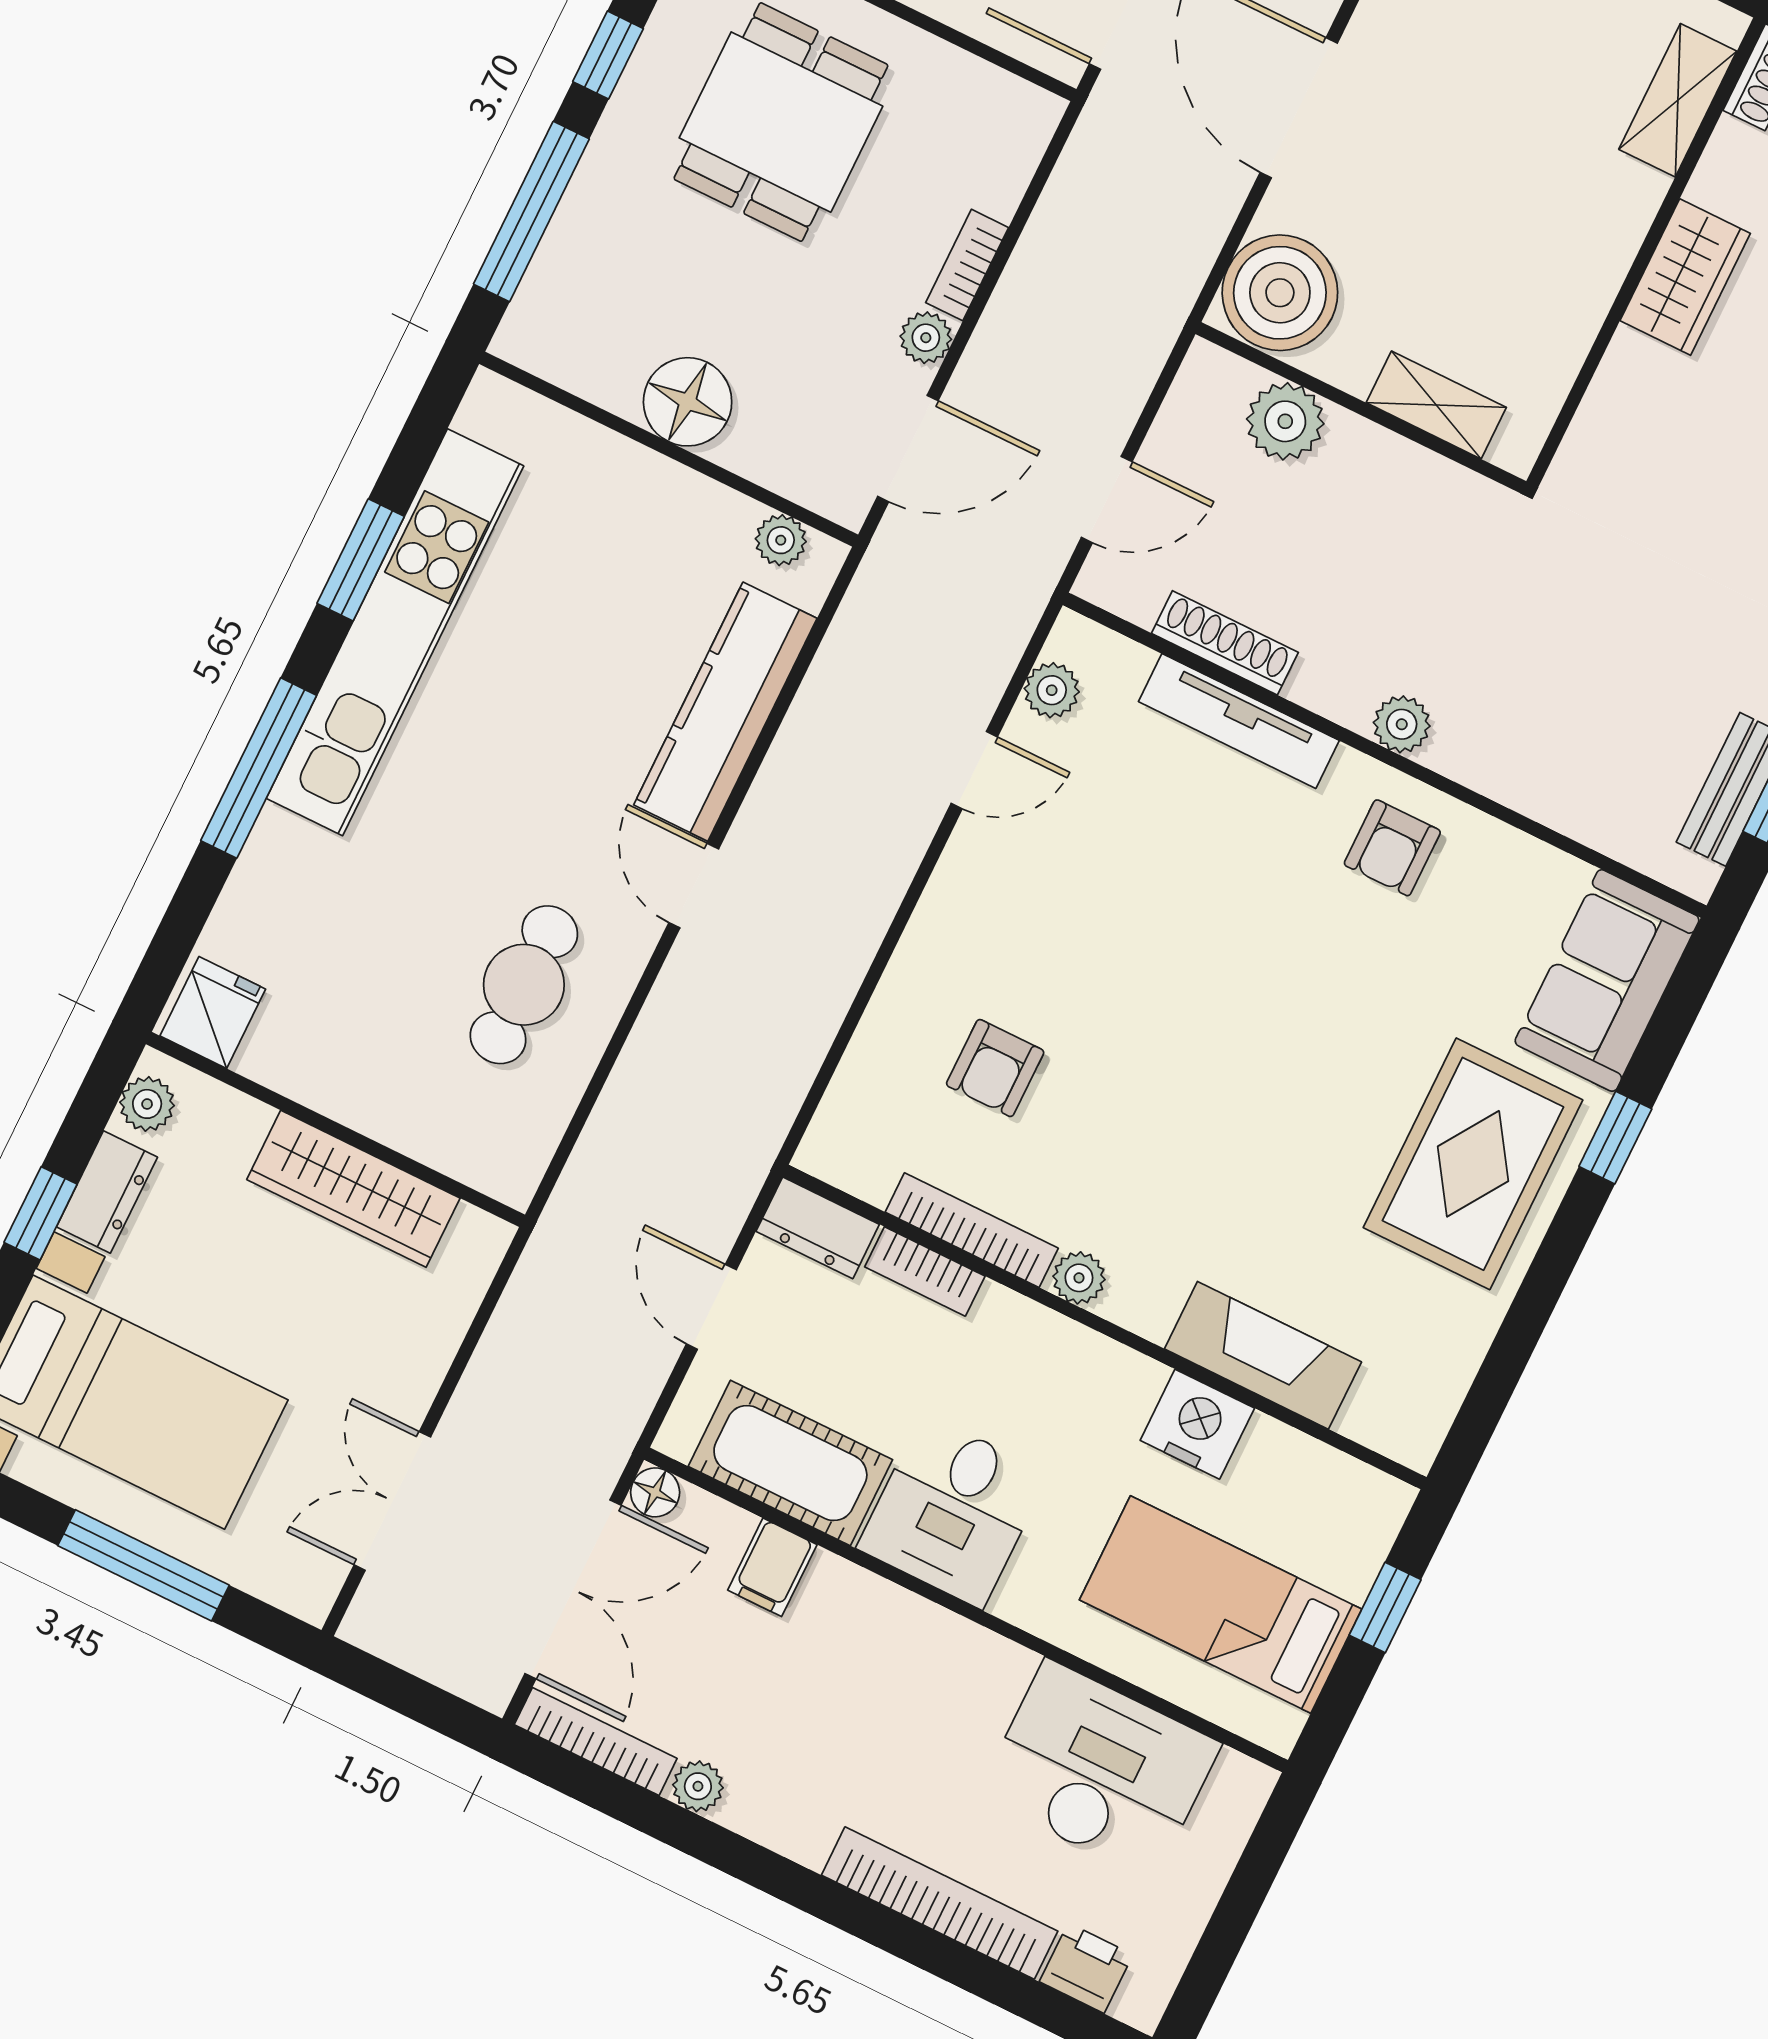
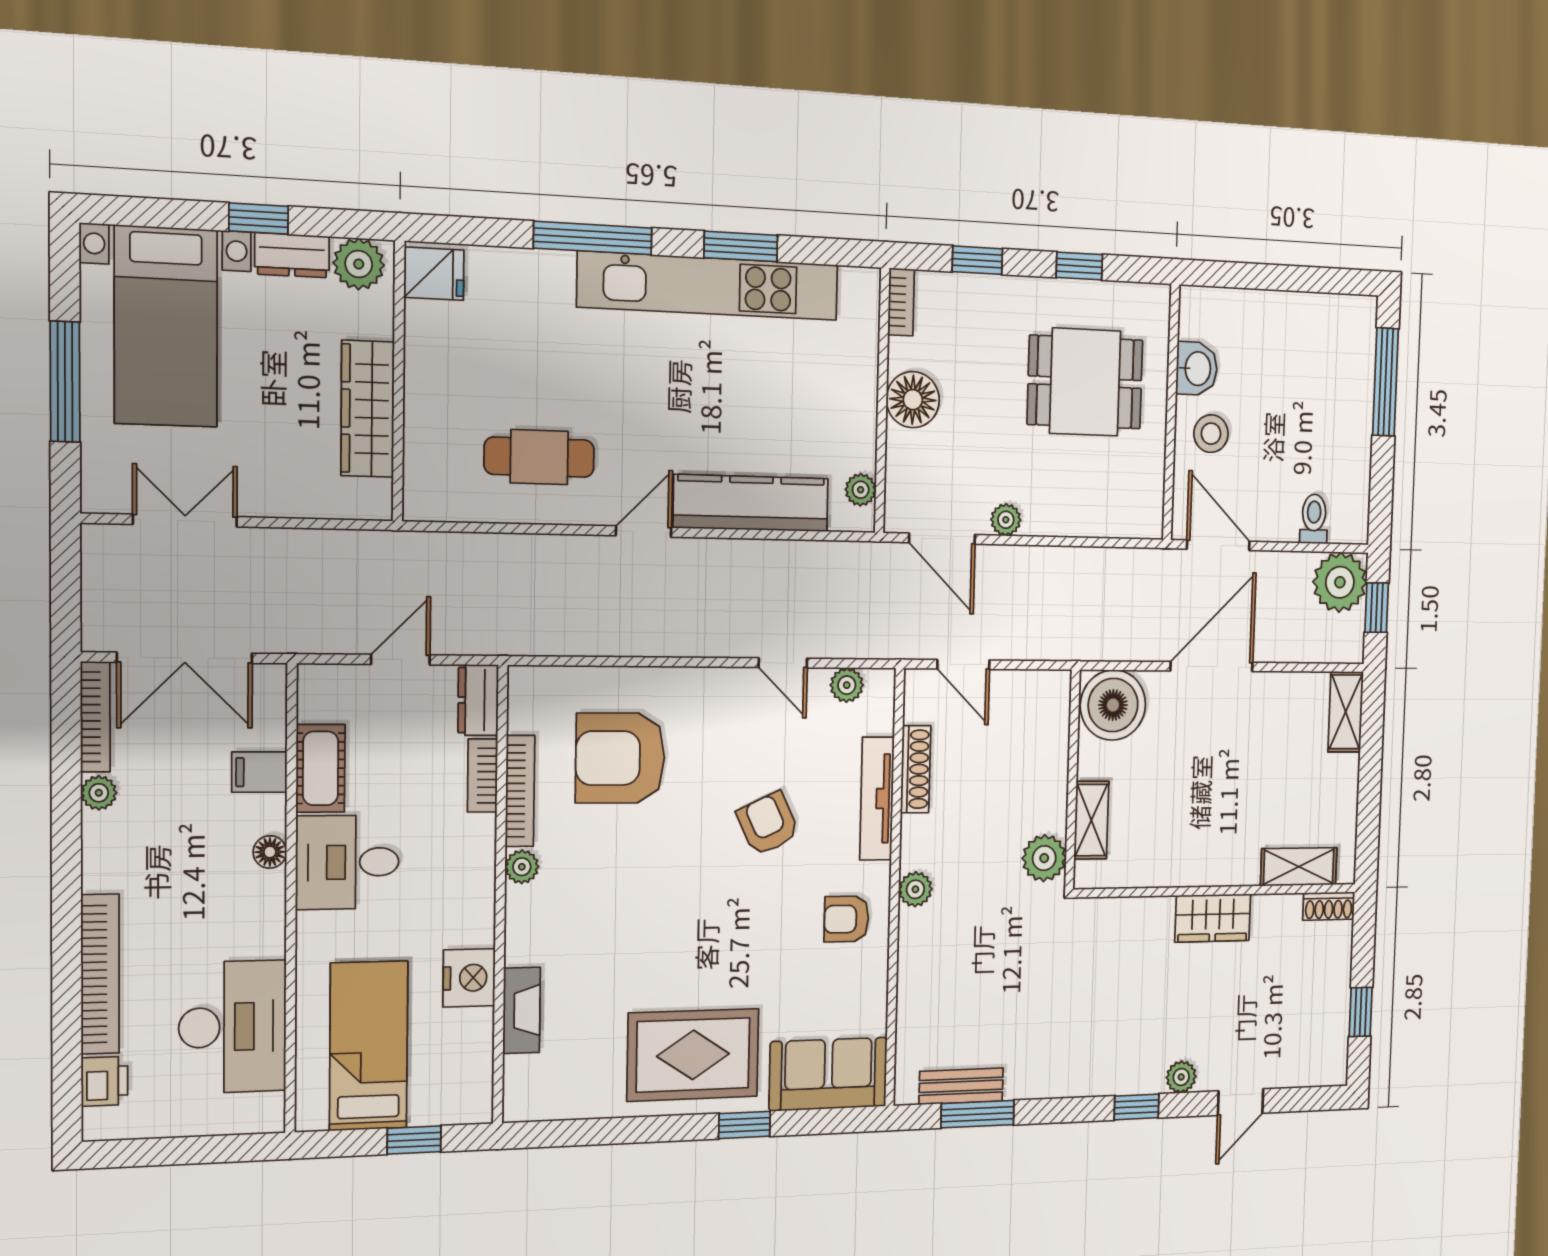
window: (531, 211) -> (977, 260), width x0.46
bookcase: (967, 265) -> (901, 302), moved, turned 90
plant: (1285, 421) -> (1044, 858), moved
armchair: (1194, 899) -> (768, 824), added
armchair: (995, 1068) -> (620, 758), width x1.88, depth x1.88
plant: (147, 1104) -> (359, 264), width x1.38, depth x1.38
fireplace: (1263, 1355) -> (522, 1010), width x0.73, depth x0.76
cot: (790, 1463) -> (320, 768), width x0.73, depth x0.75
floor lamp: (655, 1492) -> (270, 852), moved

